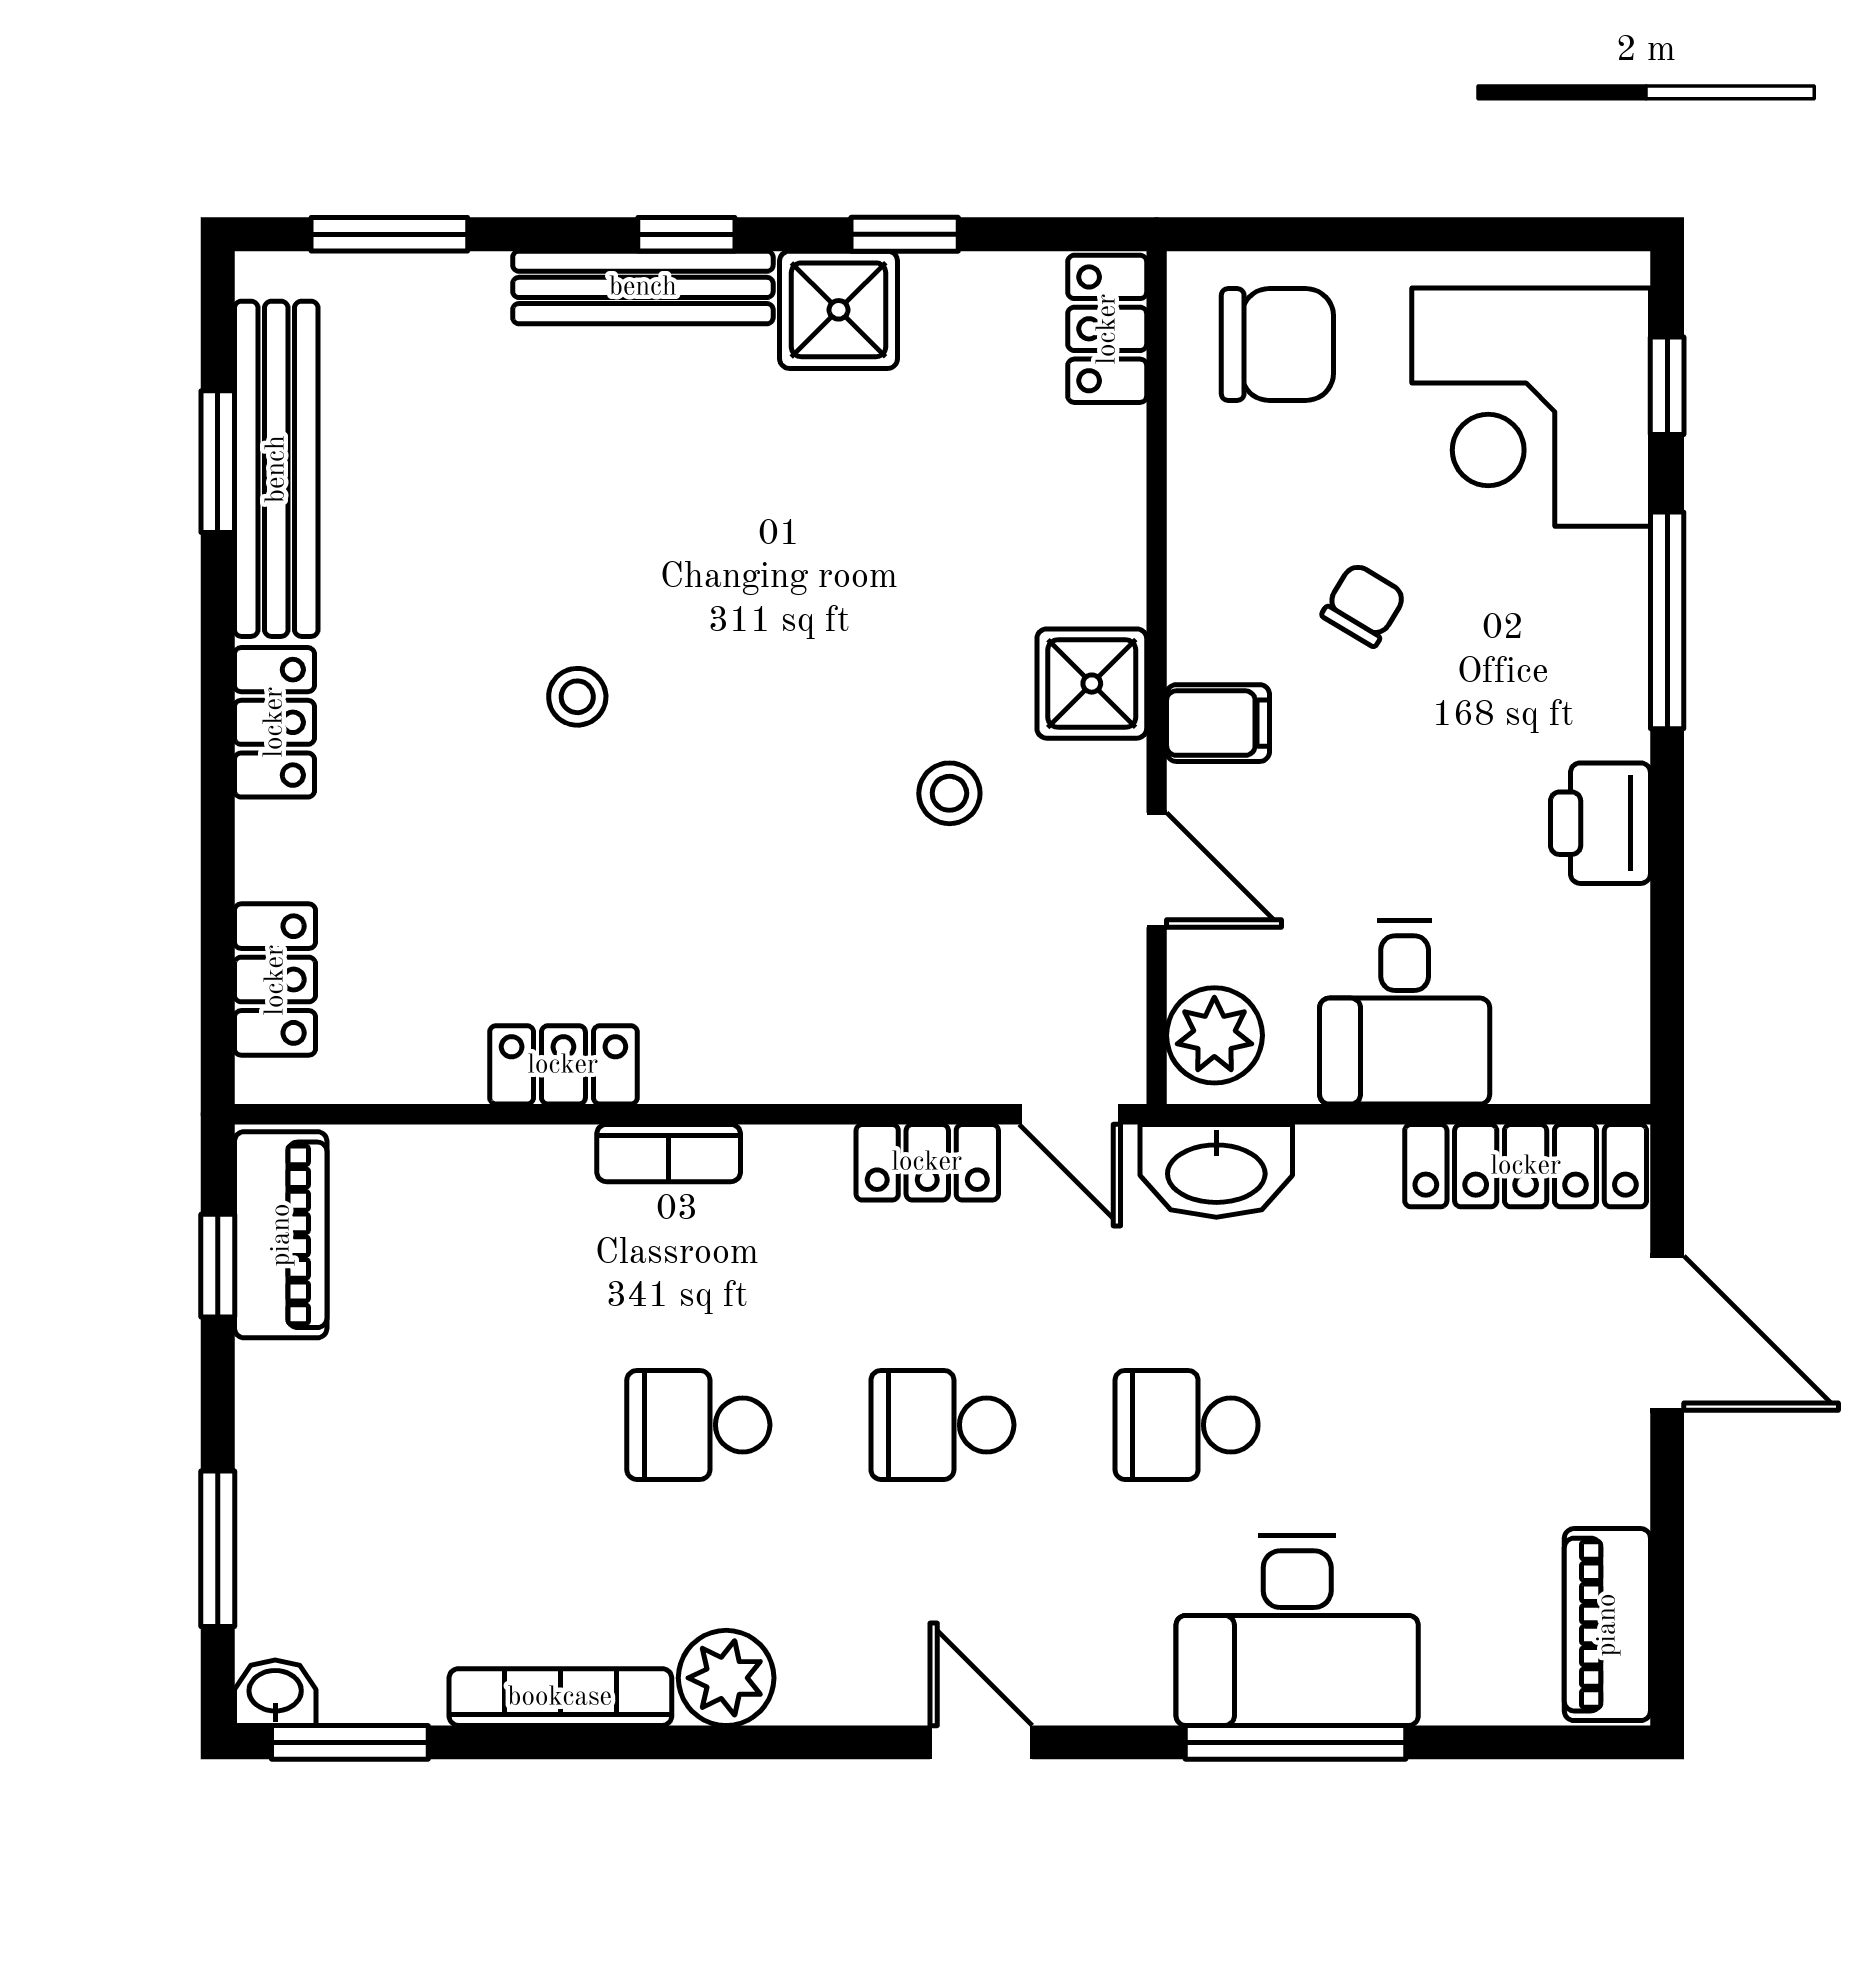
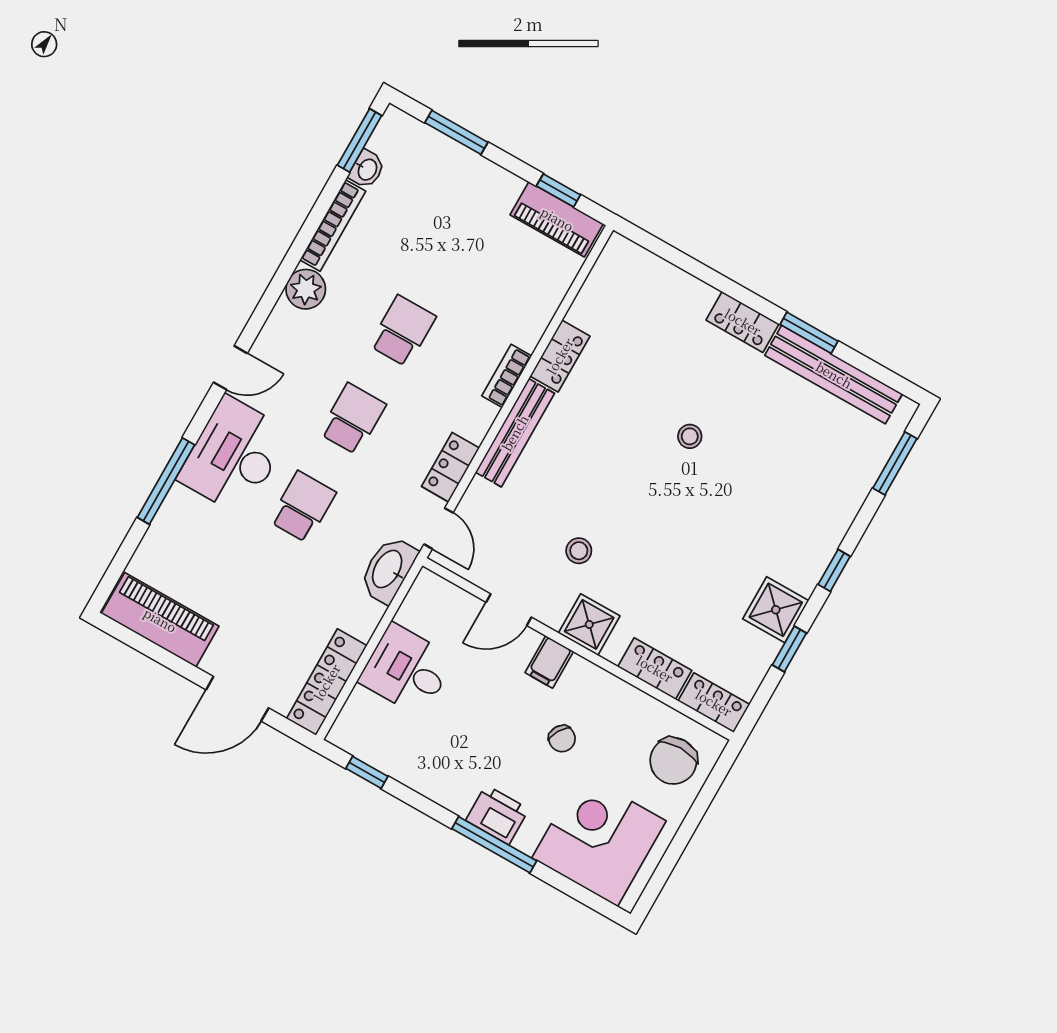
bench: (643, 287) -> (515, 433), moved
window: (1667, 386) -> (367, 772), moved
window: (218, 462) -> (809, 333), moved
printer: (1600, 823) -> (497, 815), moved
locker: (275, 980) -> (655, 669), moved, turned 180
plant: (1214, 1035) -> (437, 597), removed
door: (1070, 1114) -> (438, 528), swing flipped
piano: (1607, 1625) -> (160, 620), width x1.37, depth x1.33
desk: (1297, 1631) -> (234, 455), moved
washbasin: (275, 1693) -> (367, 169), moved

